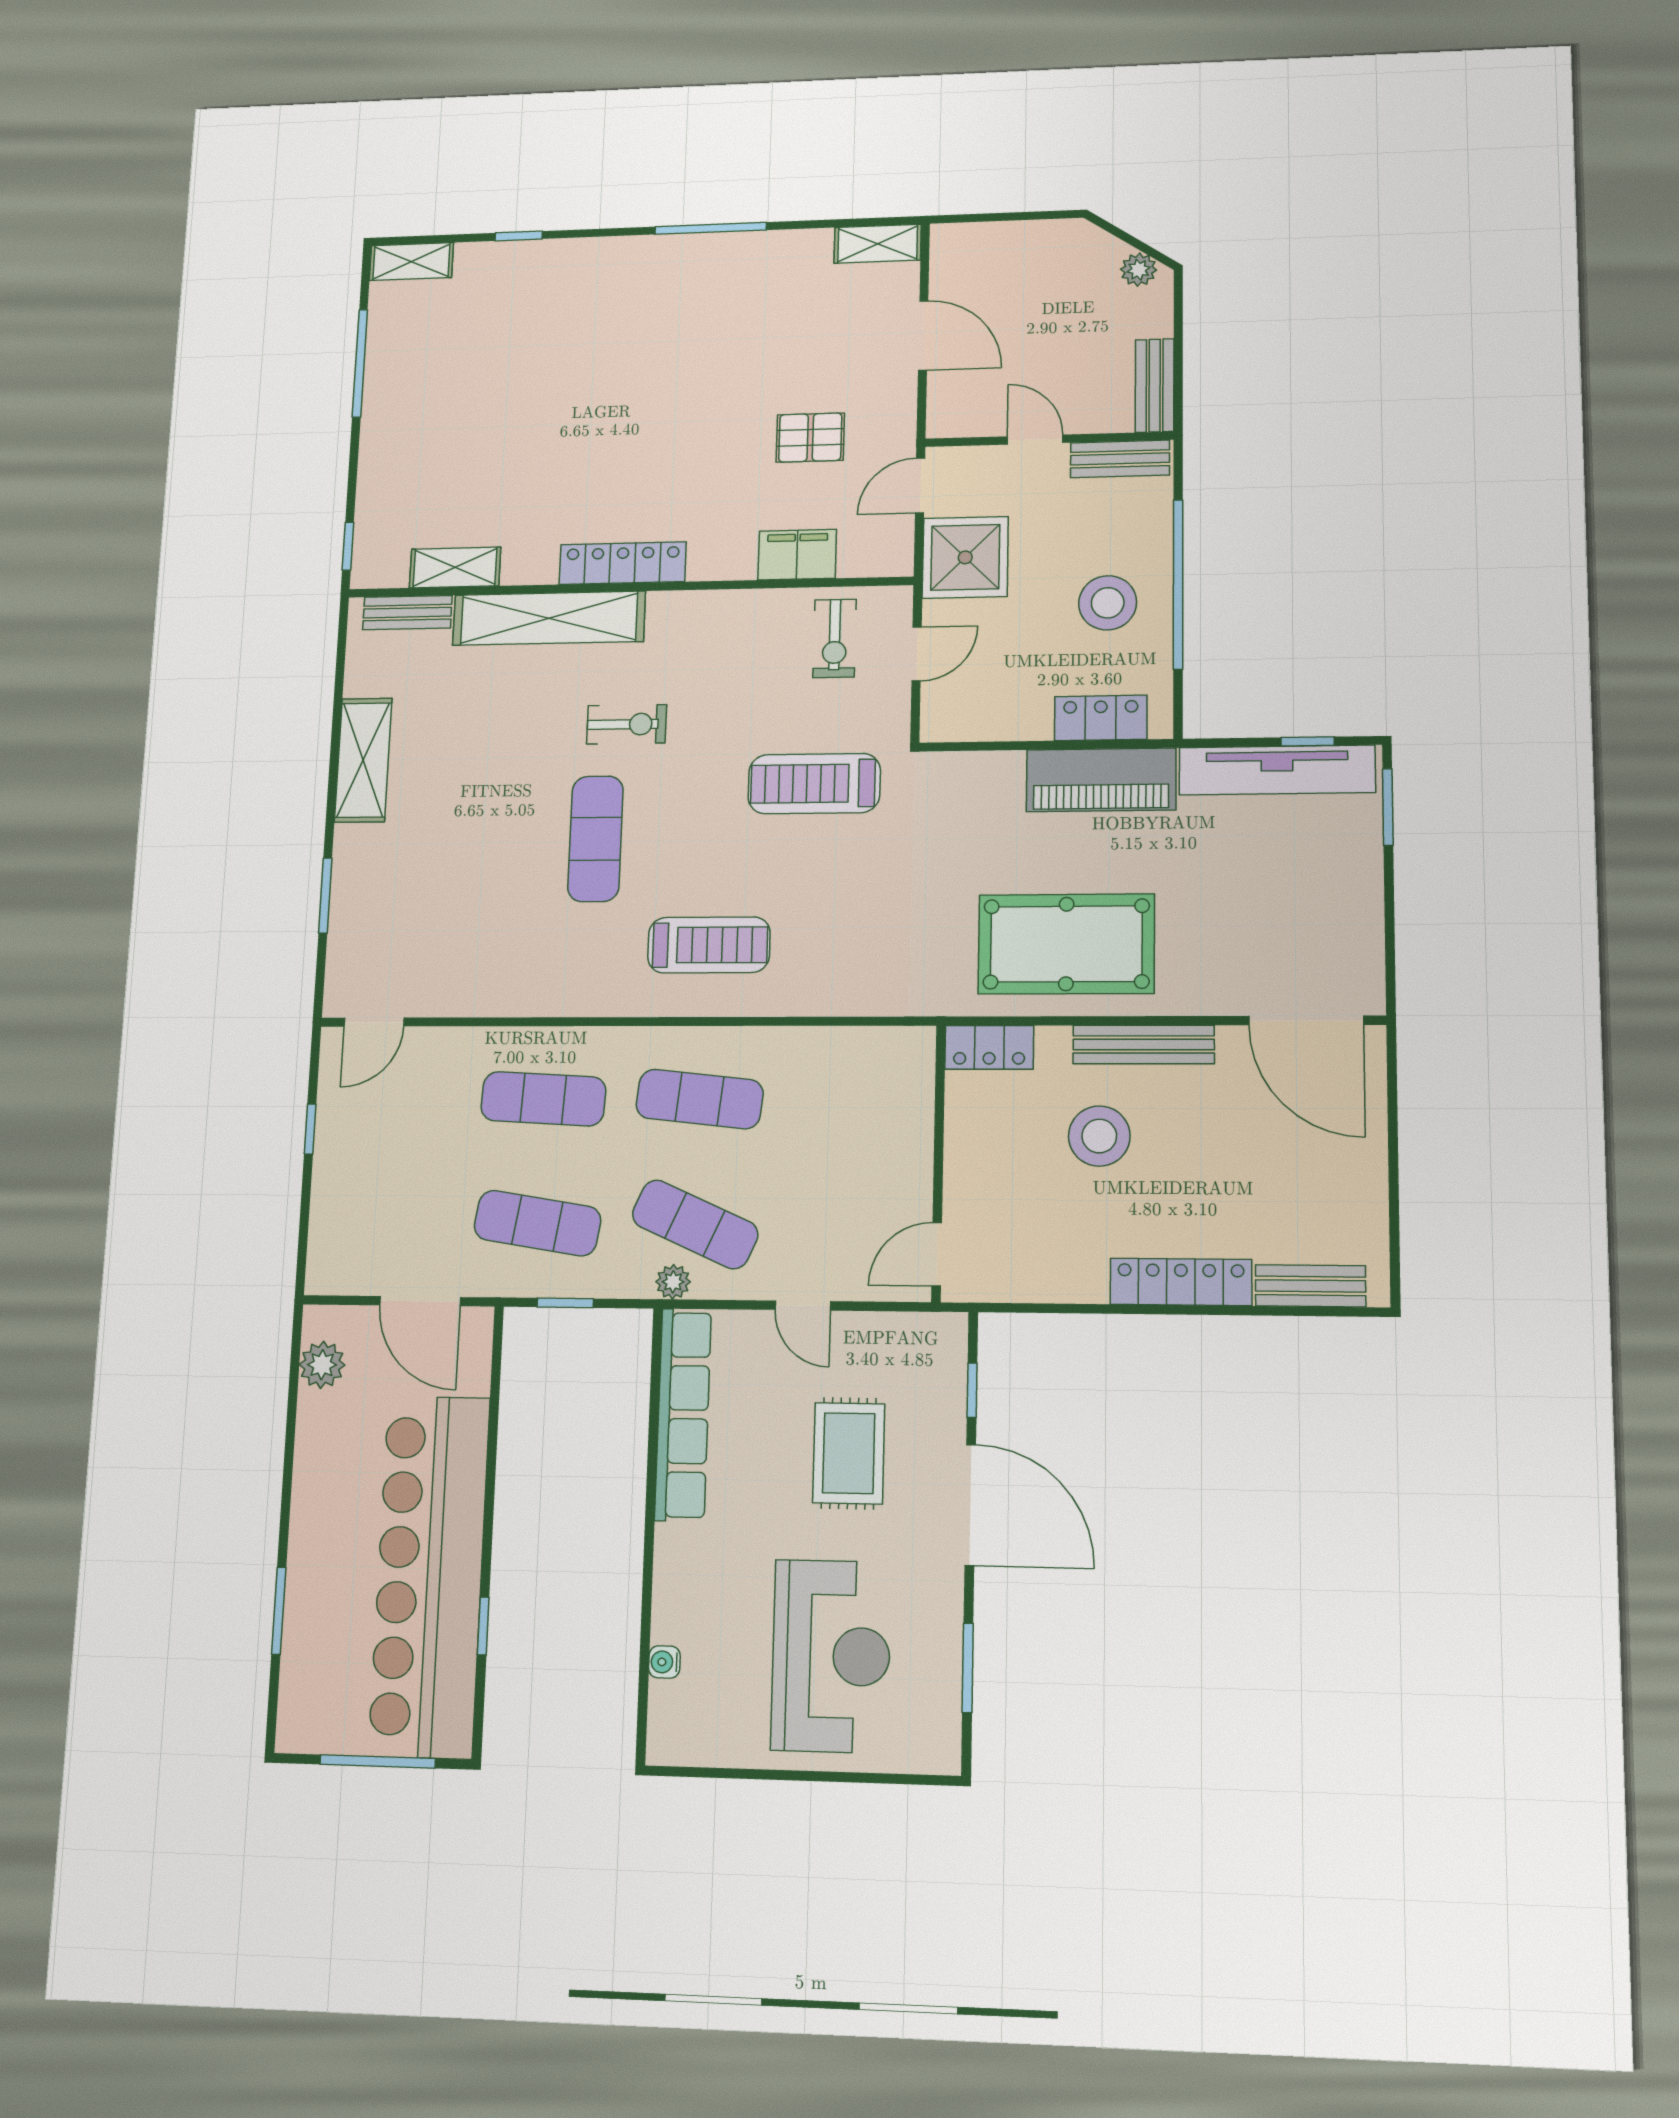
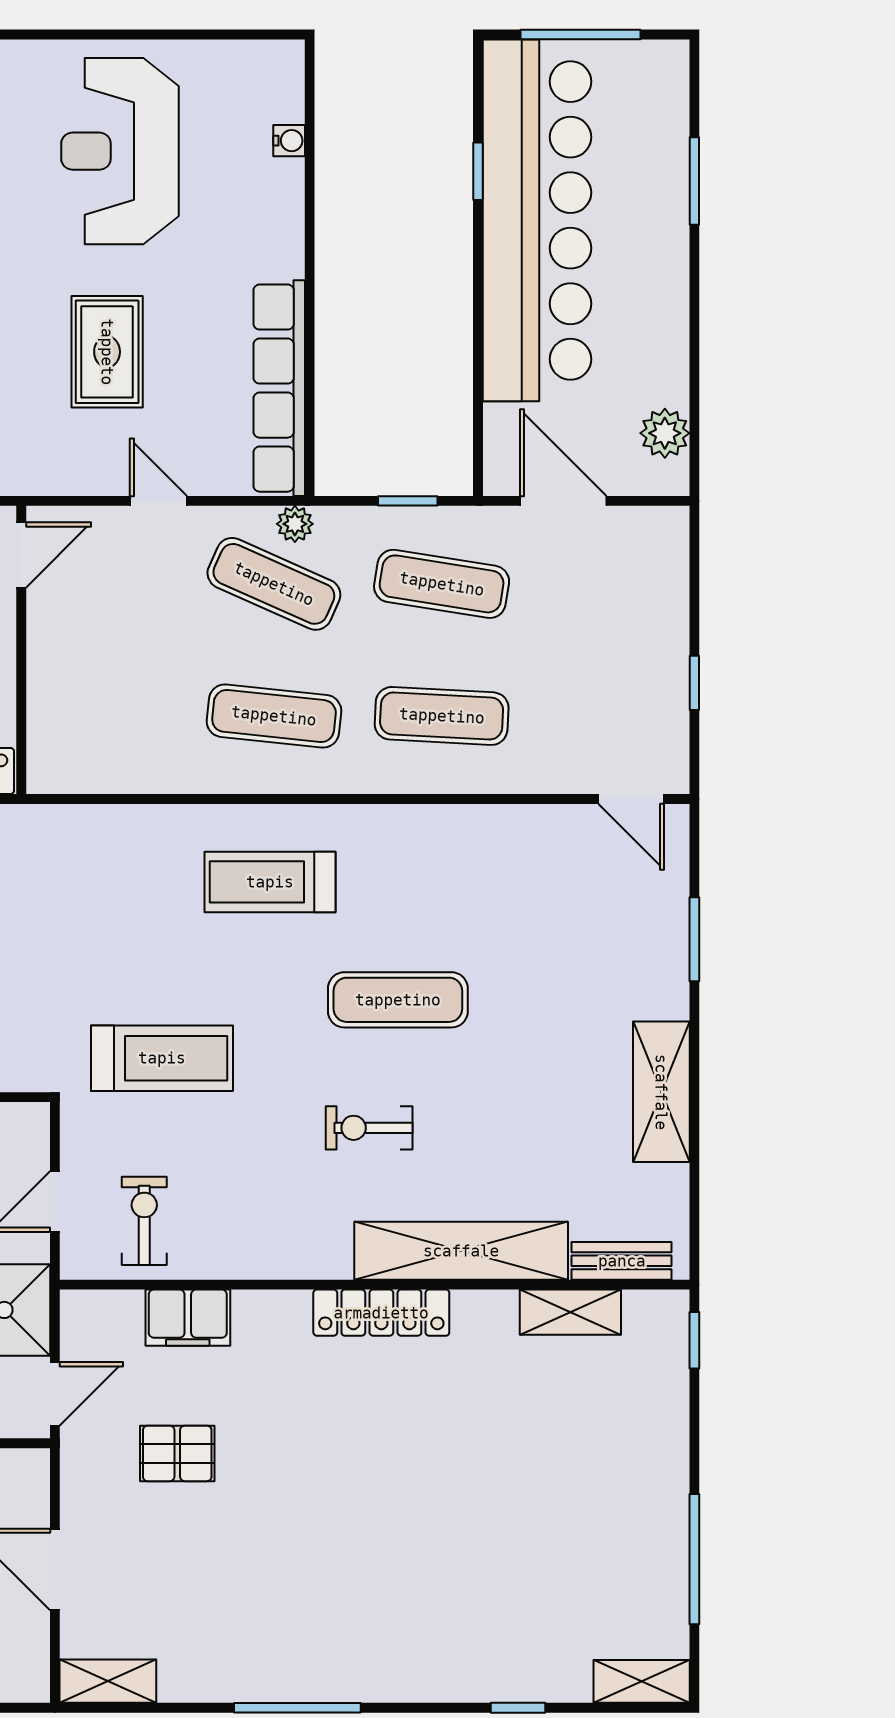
exercise mat: (595, 839) -> (398, 1000), turned 90
door: (374, 1022) -> (631, 799), swing flipped

